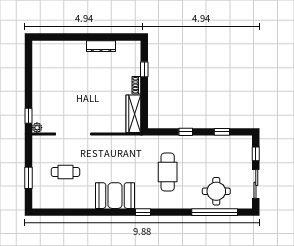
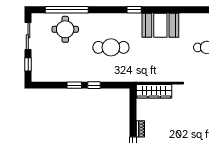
wardrobe: (133, 114) -> (154, 91), moved, turned 90
window: (222, 132) -> (74, 85), moved
cafe table: (168, 172) -> (111, 47), turned 90

